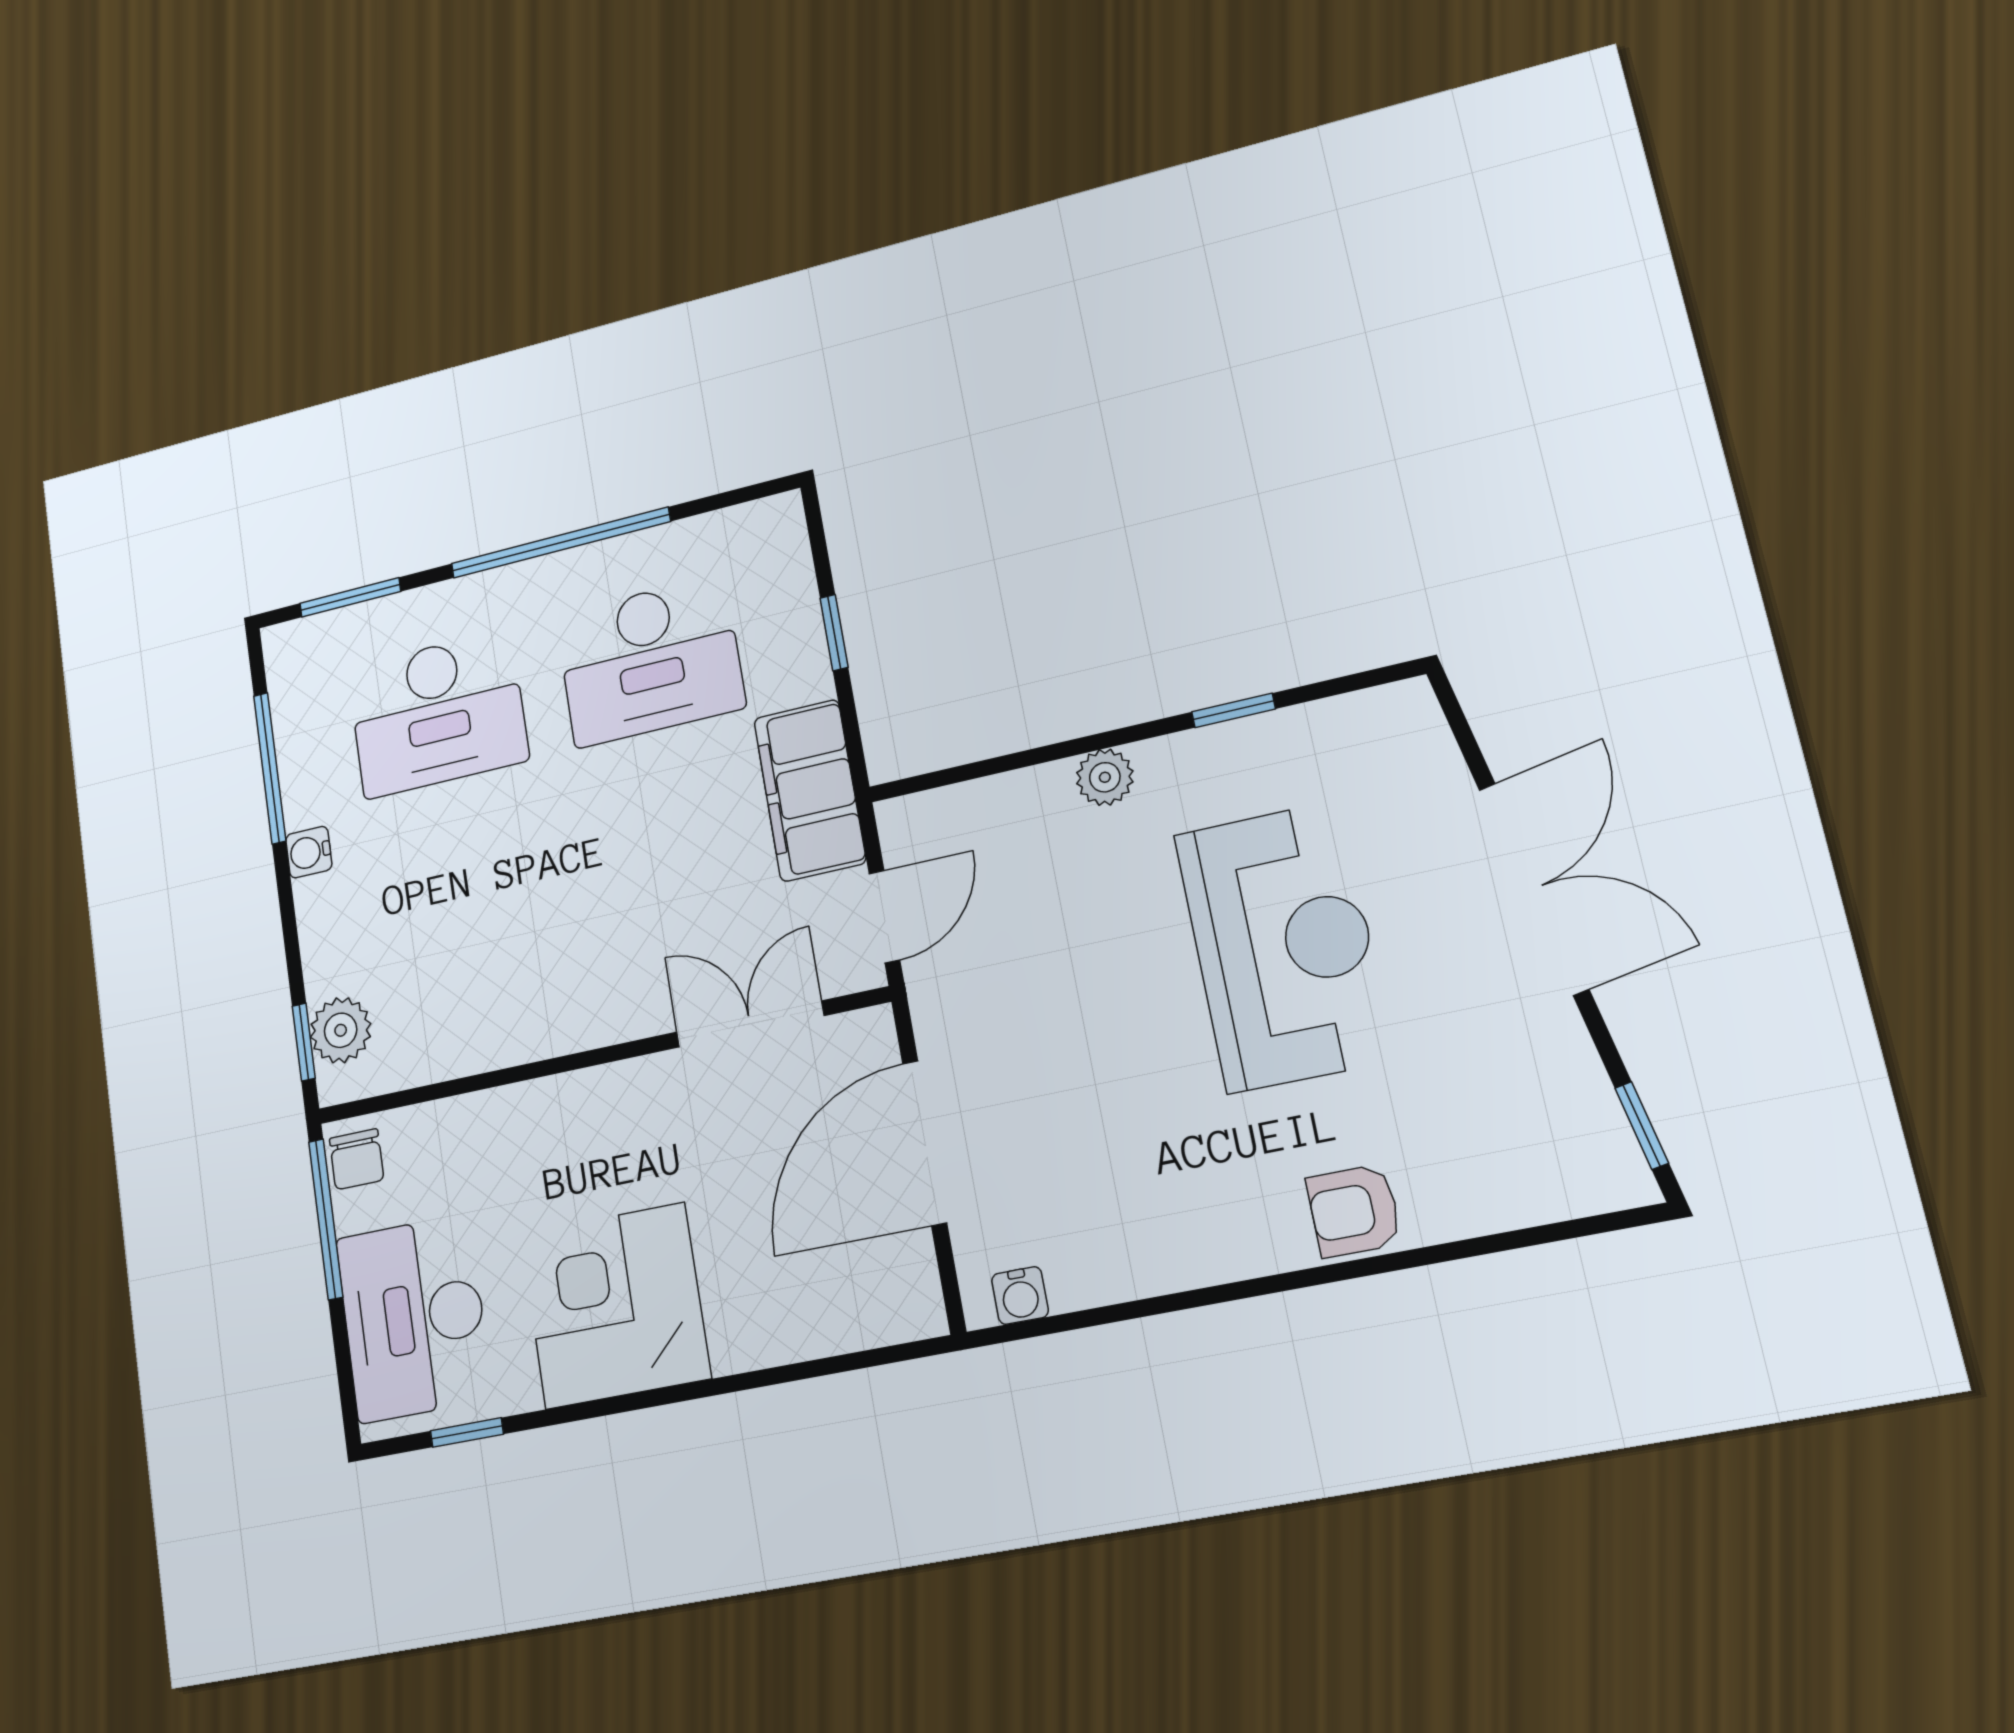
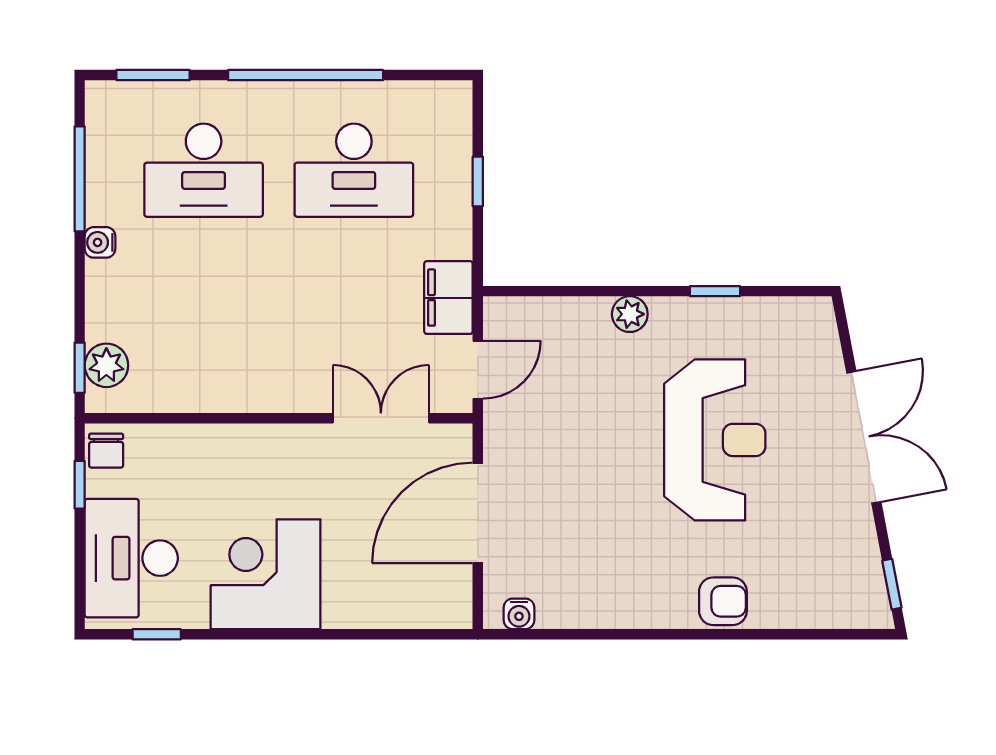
filing cabinet: (810, 790) -> (448, 298), width x0.67, depth x0.86
armchair: (1354, 1211) -> (723, 601), turned 180
window: (326, 1219) -> (80, 485), width x0.46

